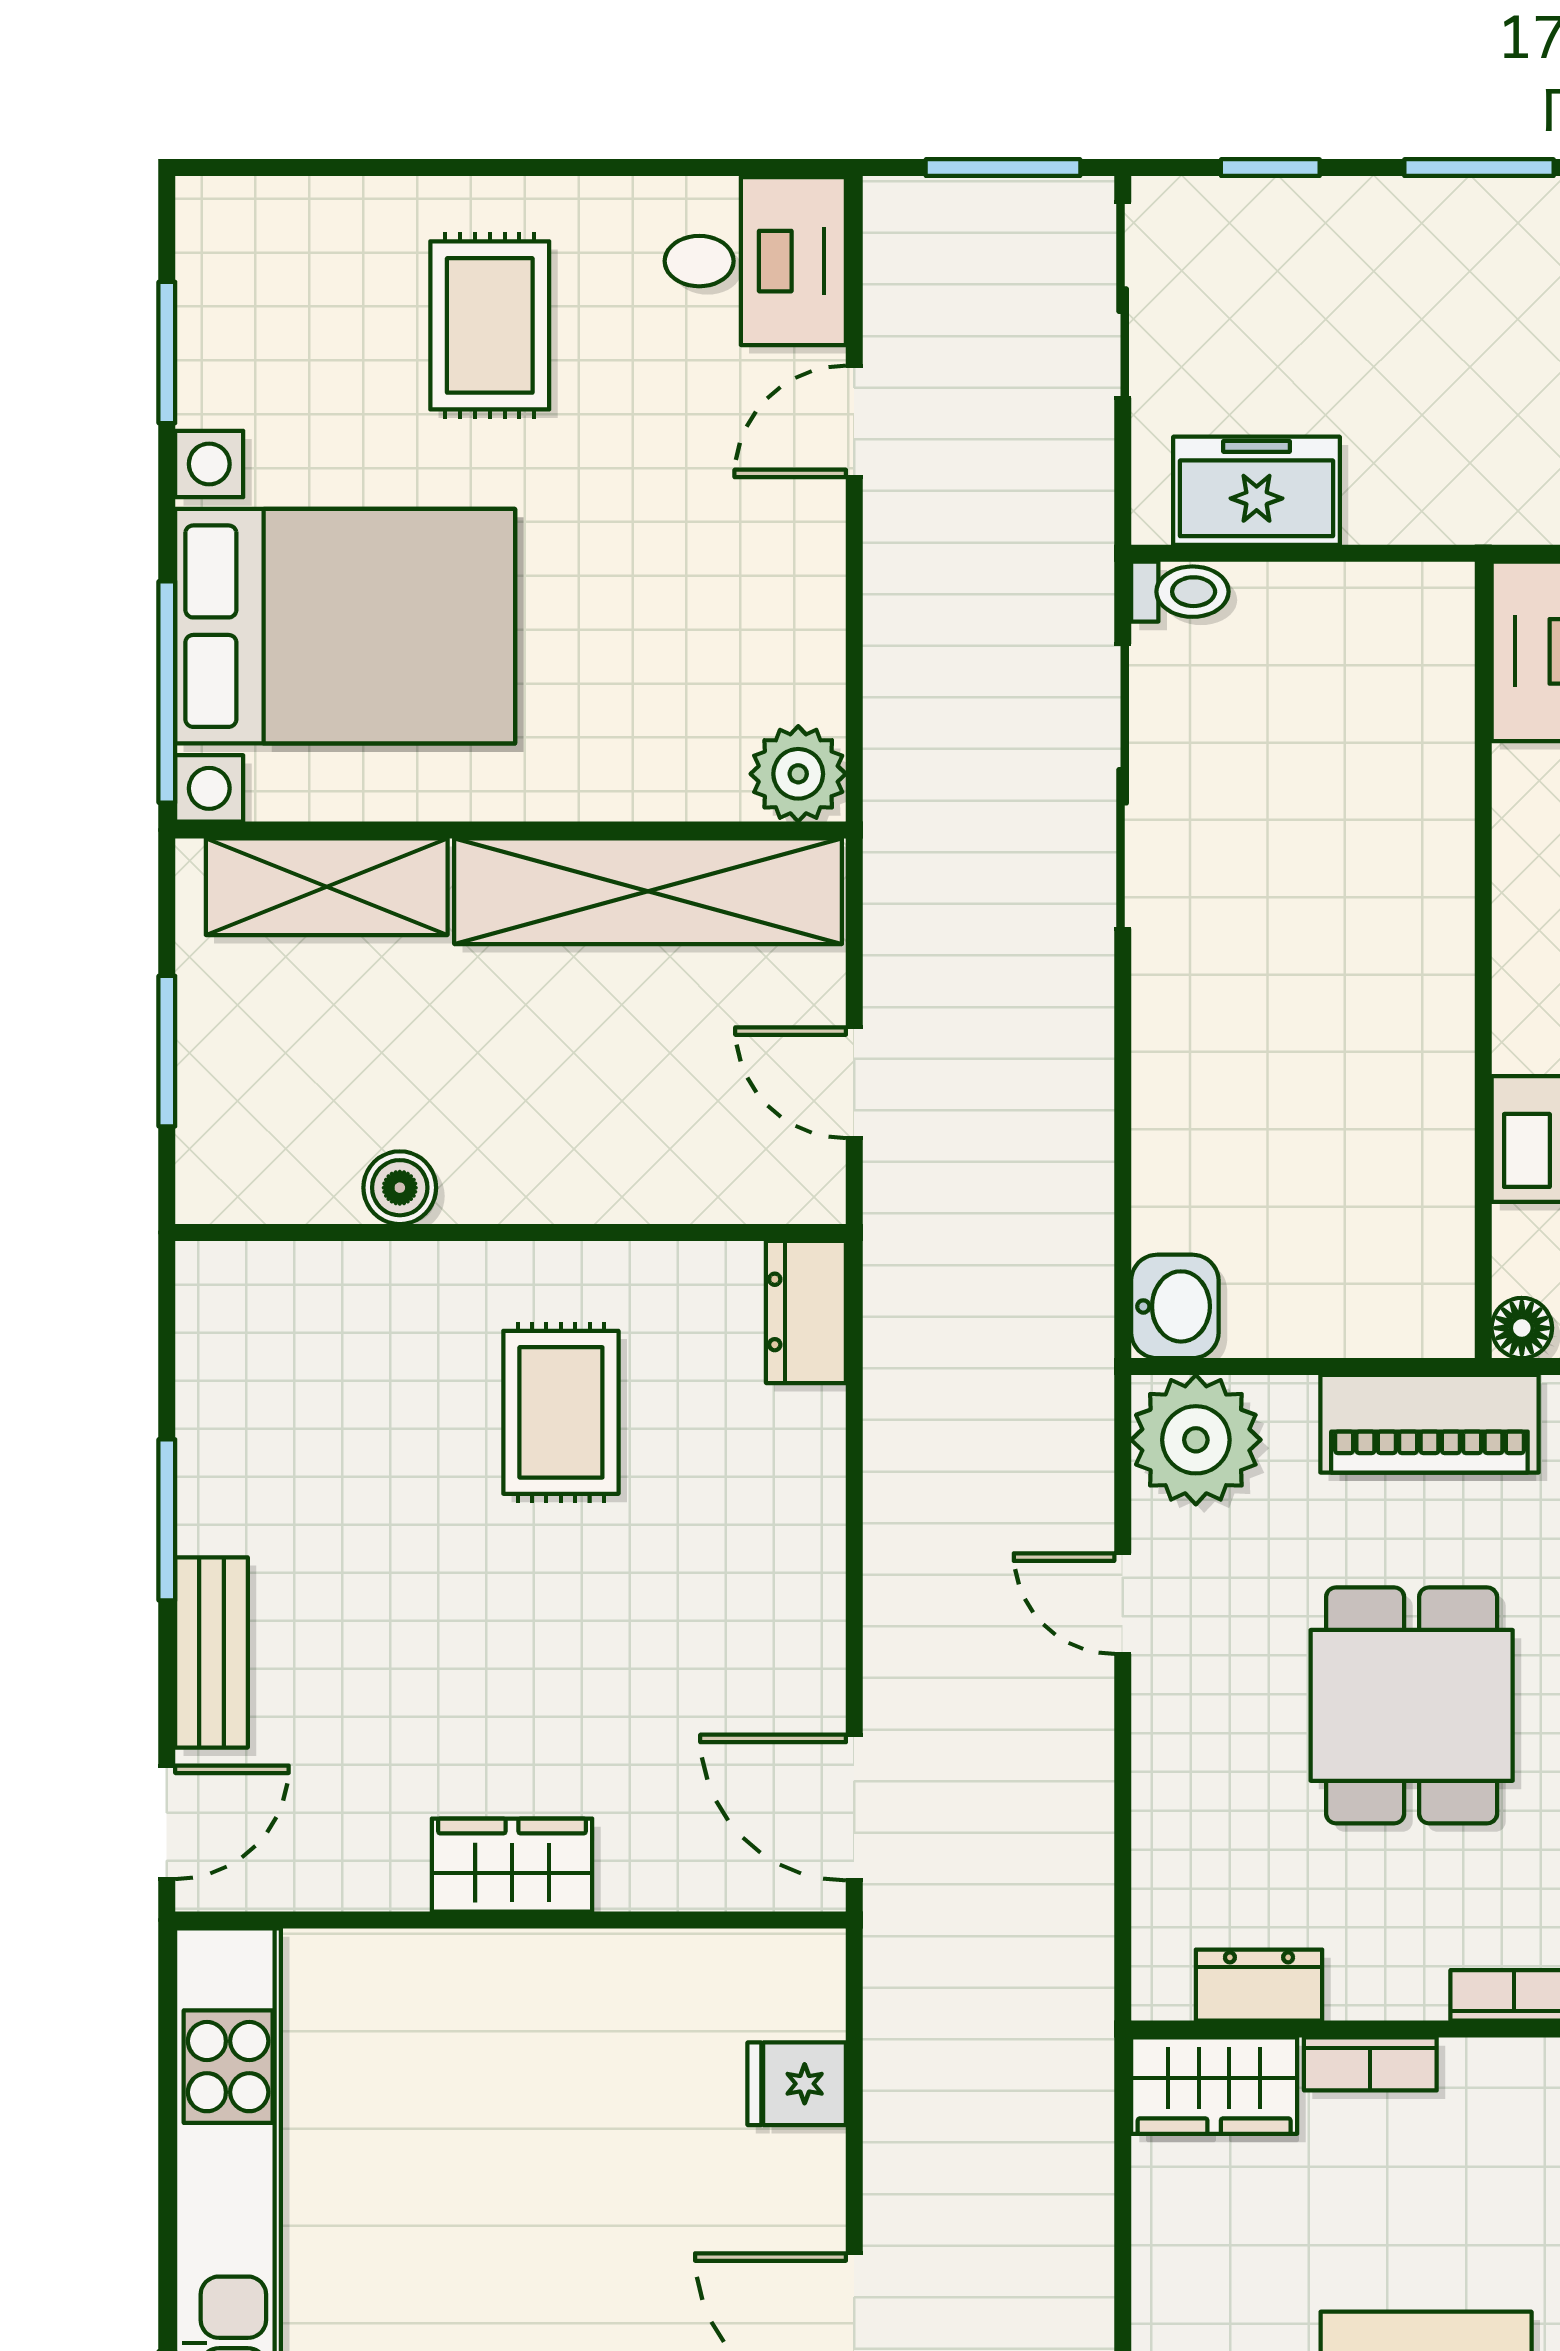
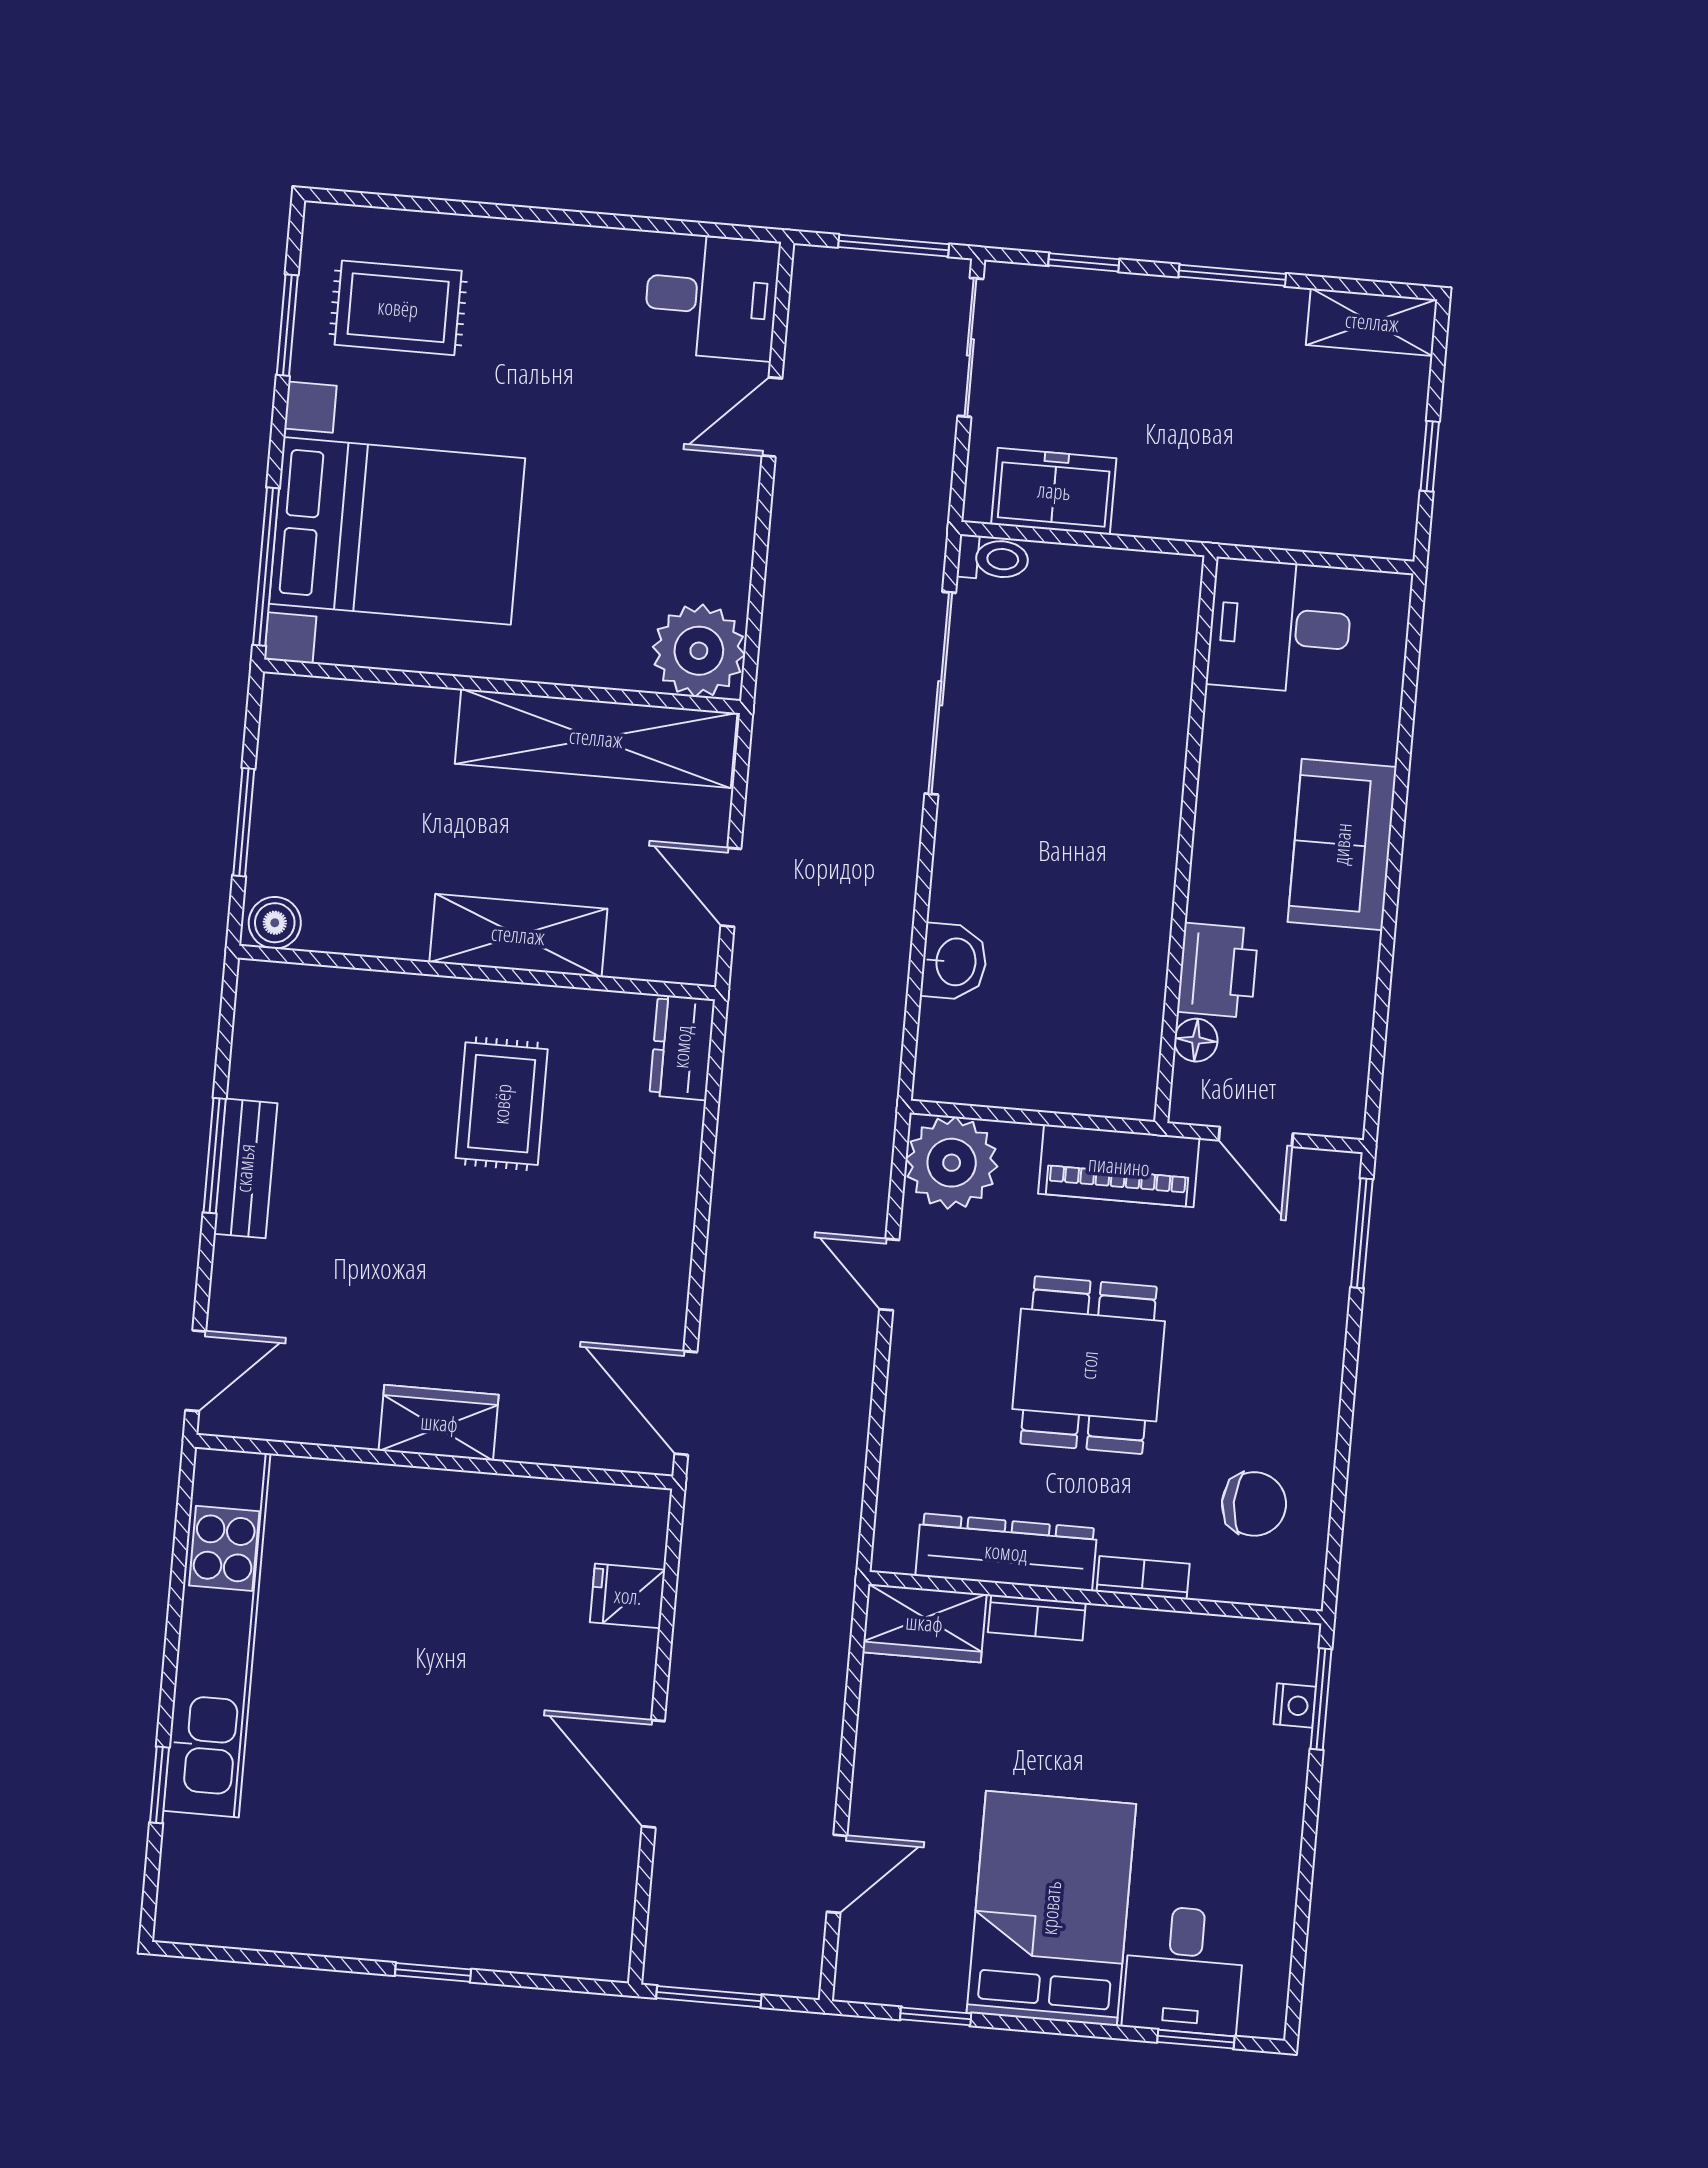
rug: (490, 325) -> (398, 308), moved, turned 90
plant: (798, 774) -> (699, 651), width x1.36, depth x1.36
shelving: (327, 887) -> (518, 935), moved
boiler: (400, 1188) -> (275, 923), moved
washbasin: (1175, 1306) -> (954, 962), moved
floor lamp: (1522, 1328) -> (1196, 1040), moved
bench: (212, 1652) -> (245, 1168), moved
dresser: (1259, 1985) -> (1006, 1552), width x1.96, depth x1.24

